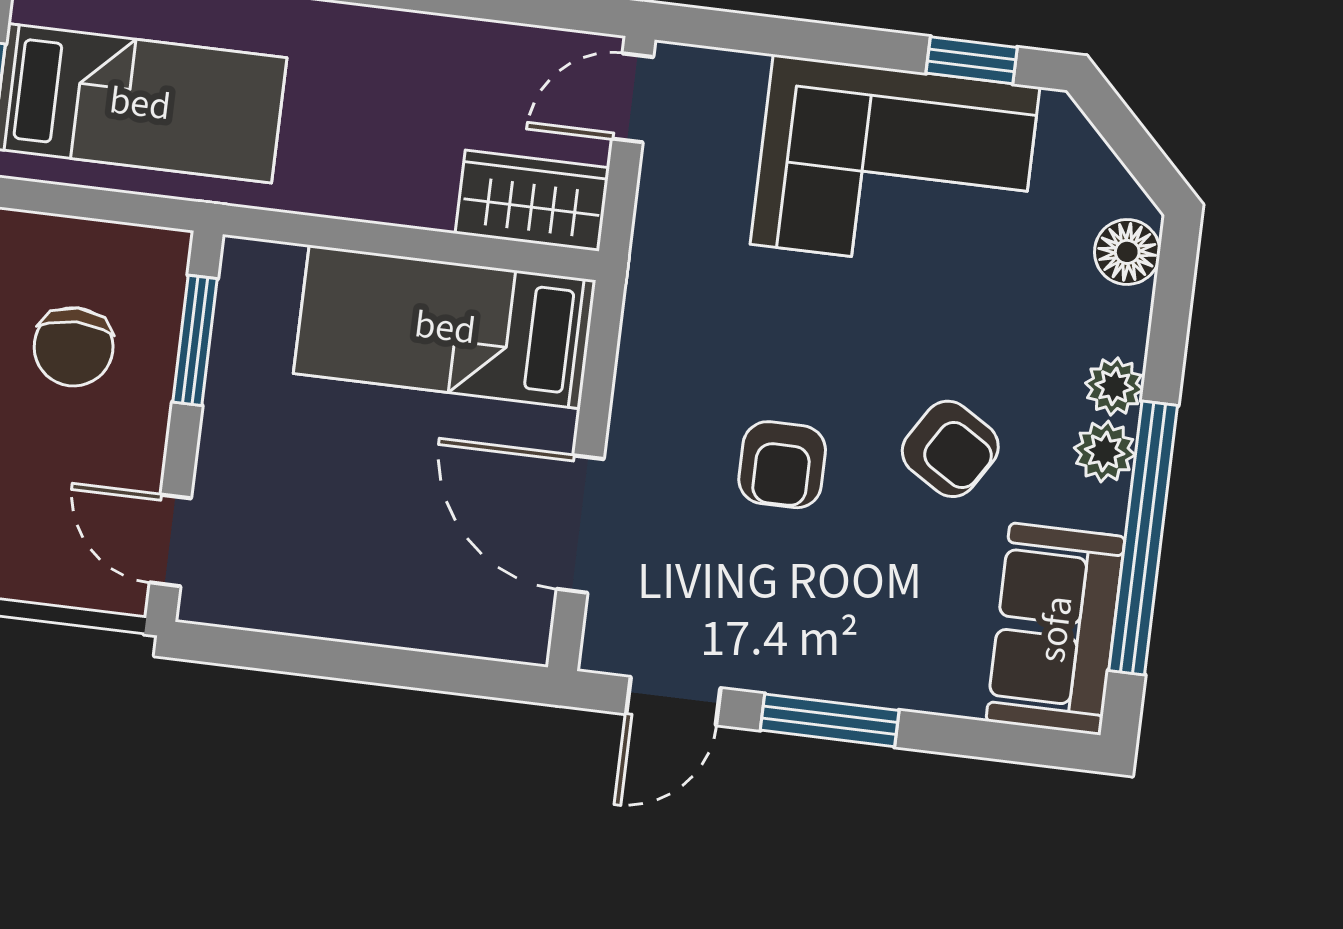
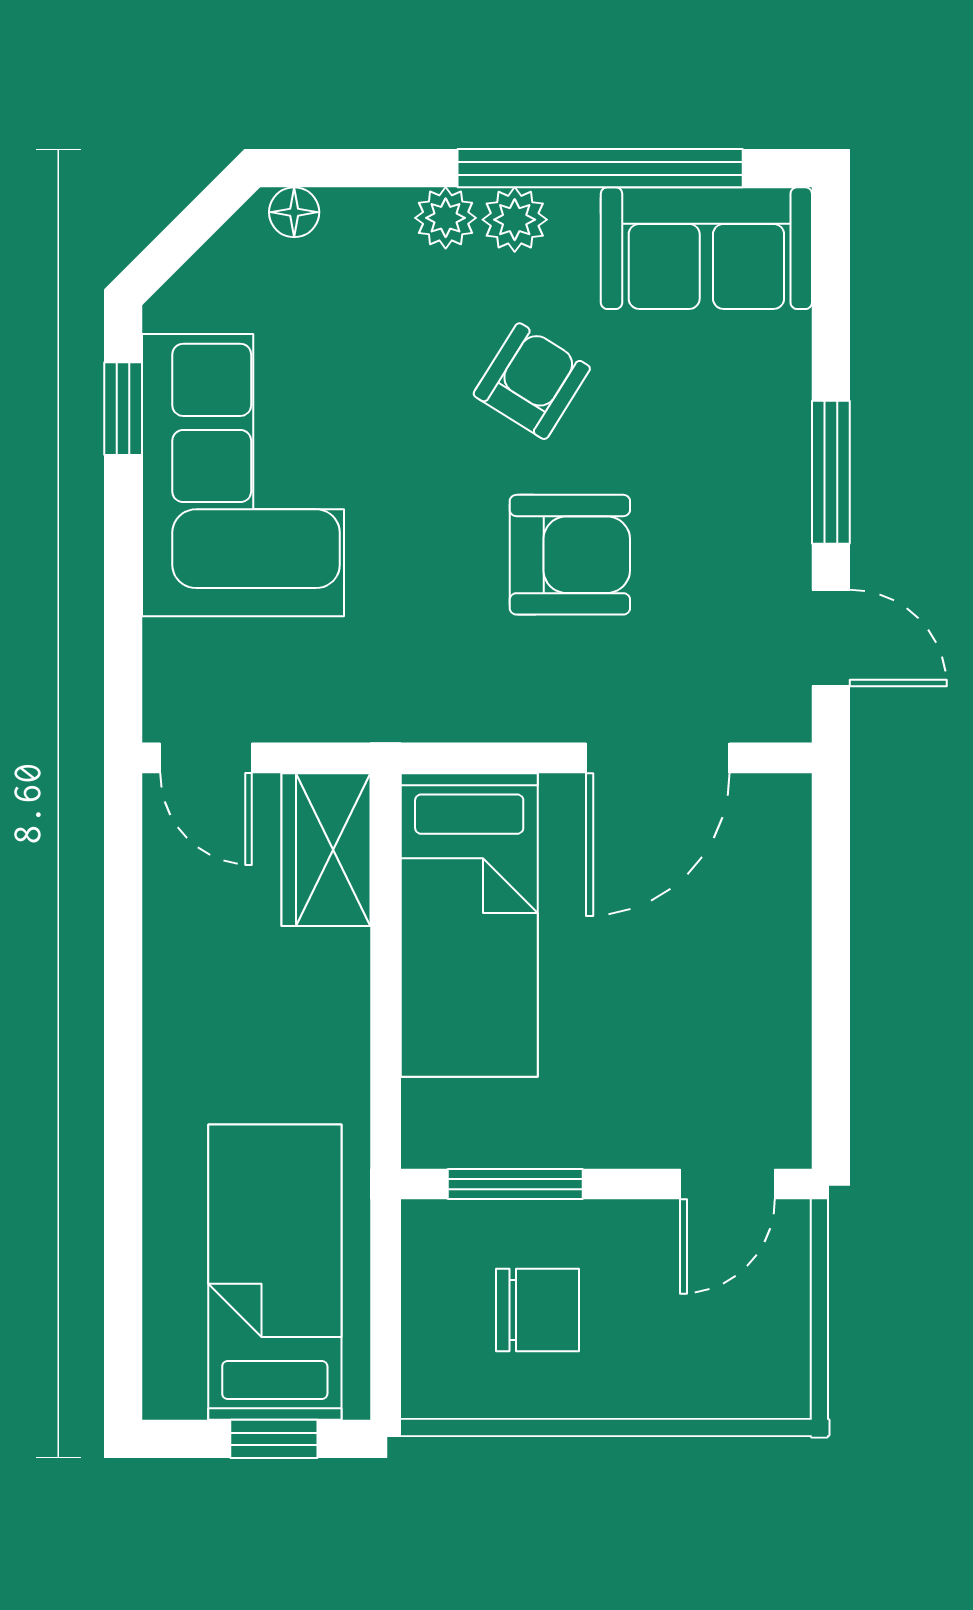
floor lamp: (1127, 252) -> (294, 212), width x0.73, depth x0.73
armchair: (782, 465) -> (570, 555), width x1.38, depth x1.38

